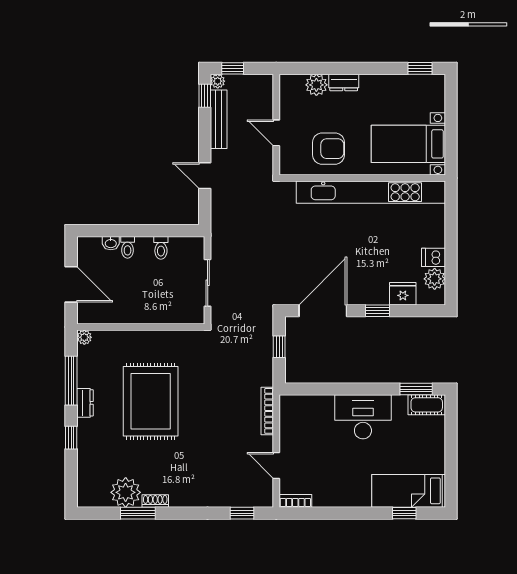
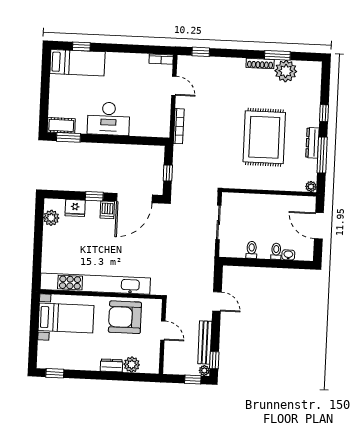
armchair: (329, 149) -> (125, 317), width x1.36, depth x1.36
dishwasher: (433, 257) -> (107, 210), moved, turned 90
dresser: (85, 403) -> (312, 143), width x1.44
shoe rack: (155, 501) -> (260, 63), width x1.43

